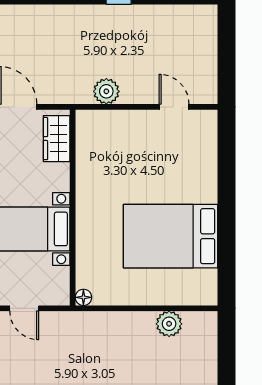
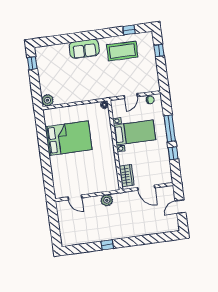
door: (24, 308) -> (131, 96), swing flipped
plant: (169, 324) -> (47, 100), moved

